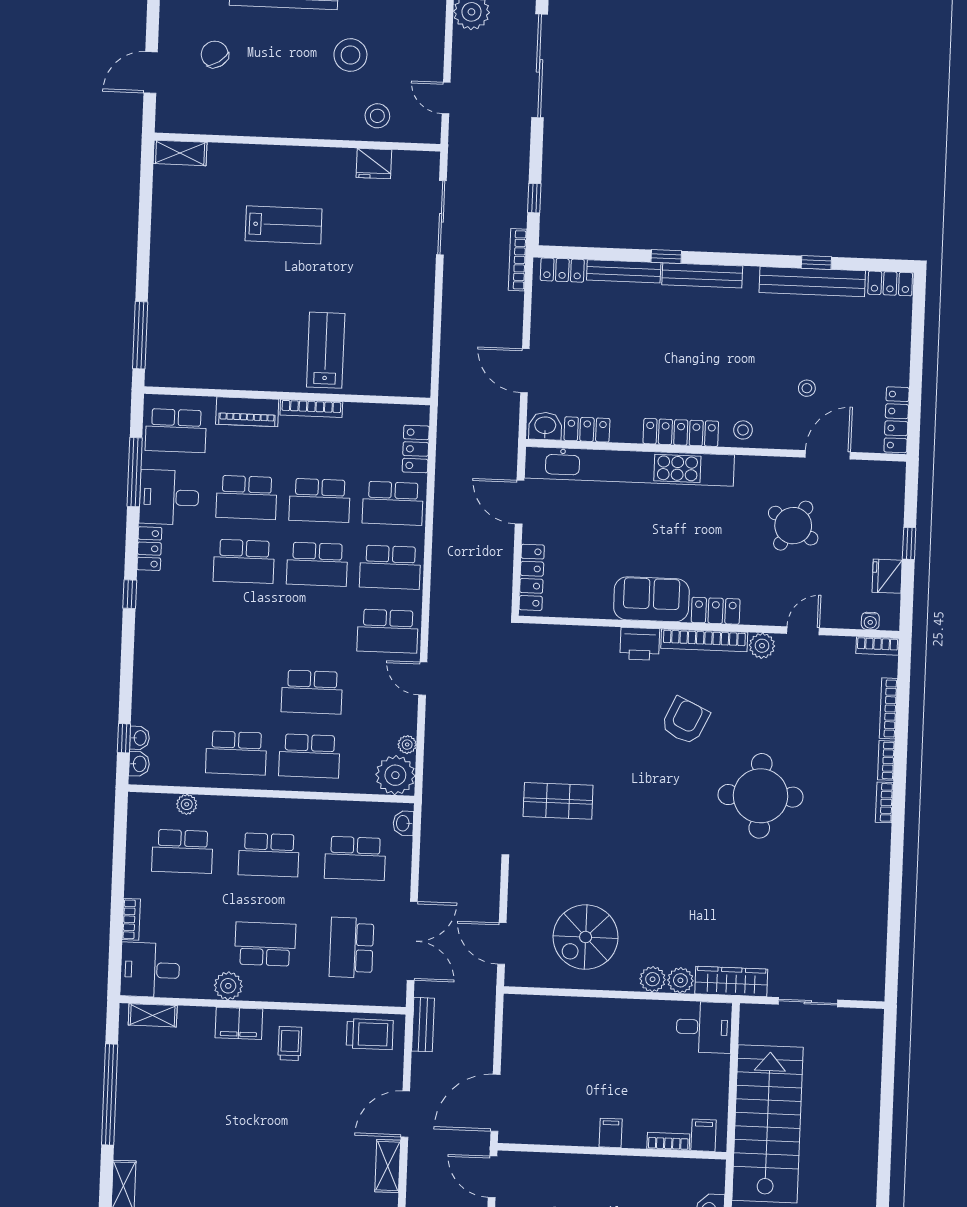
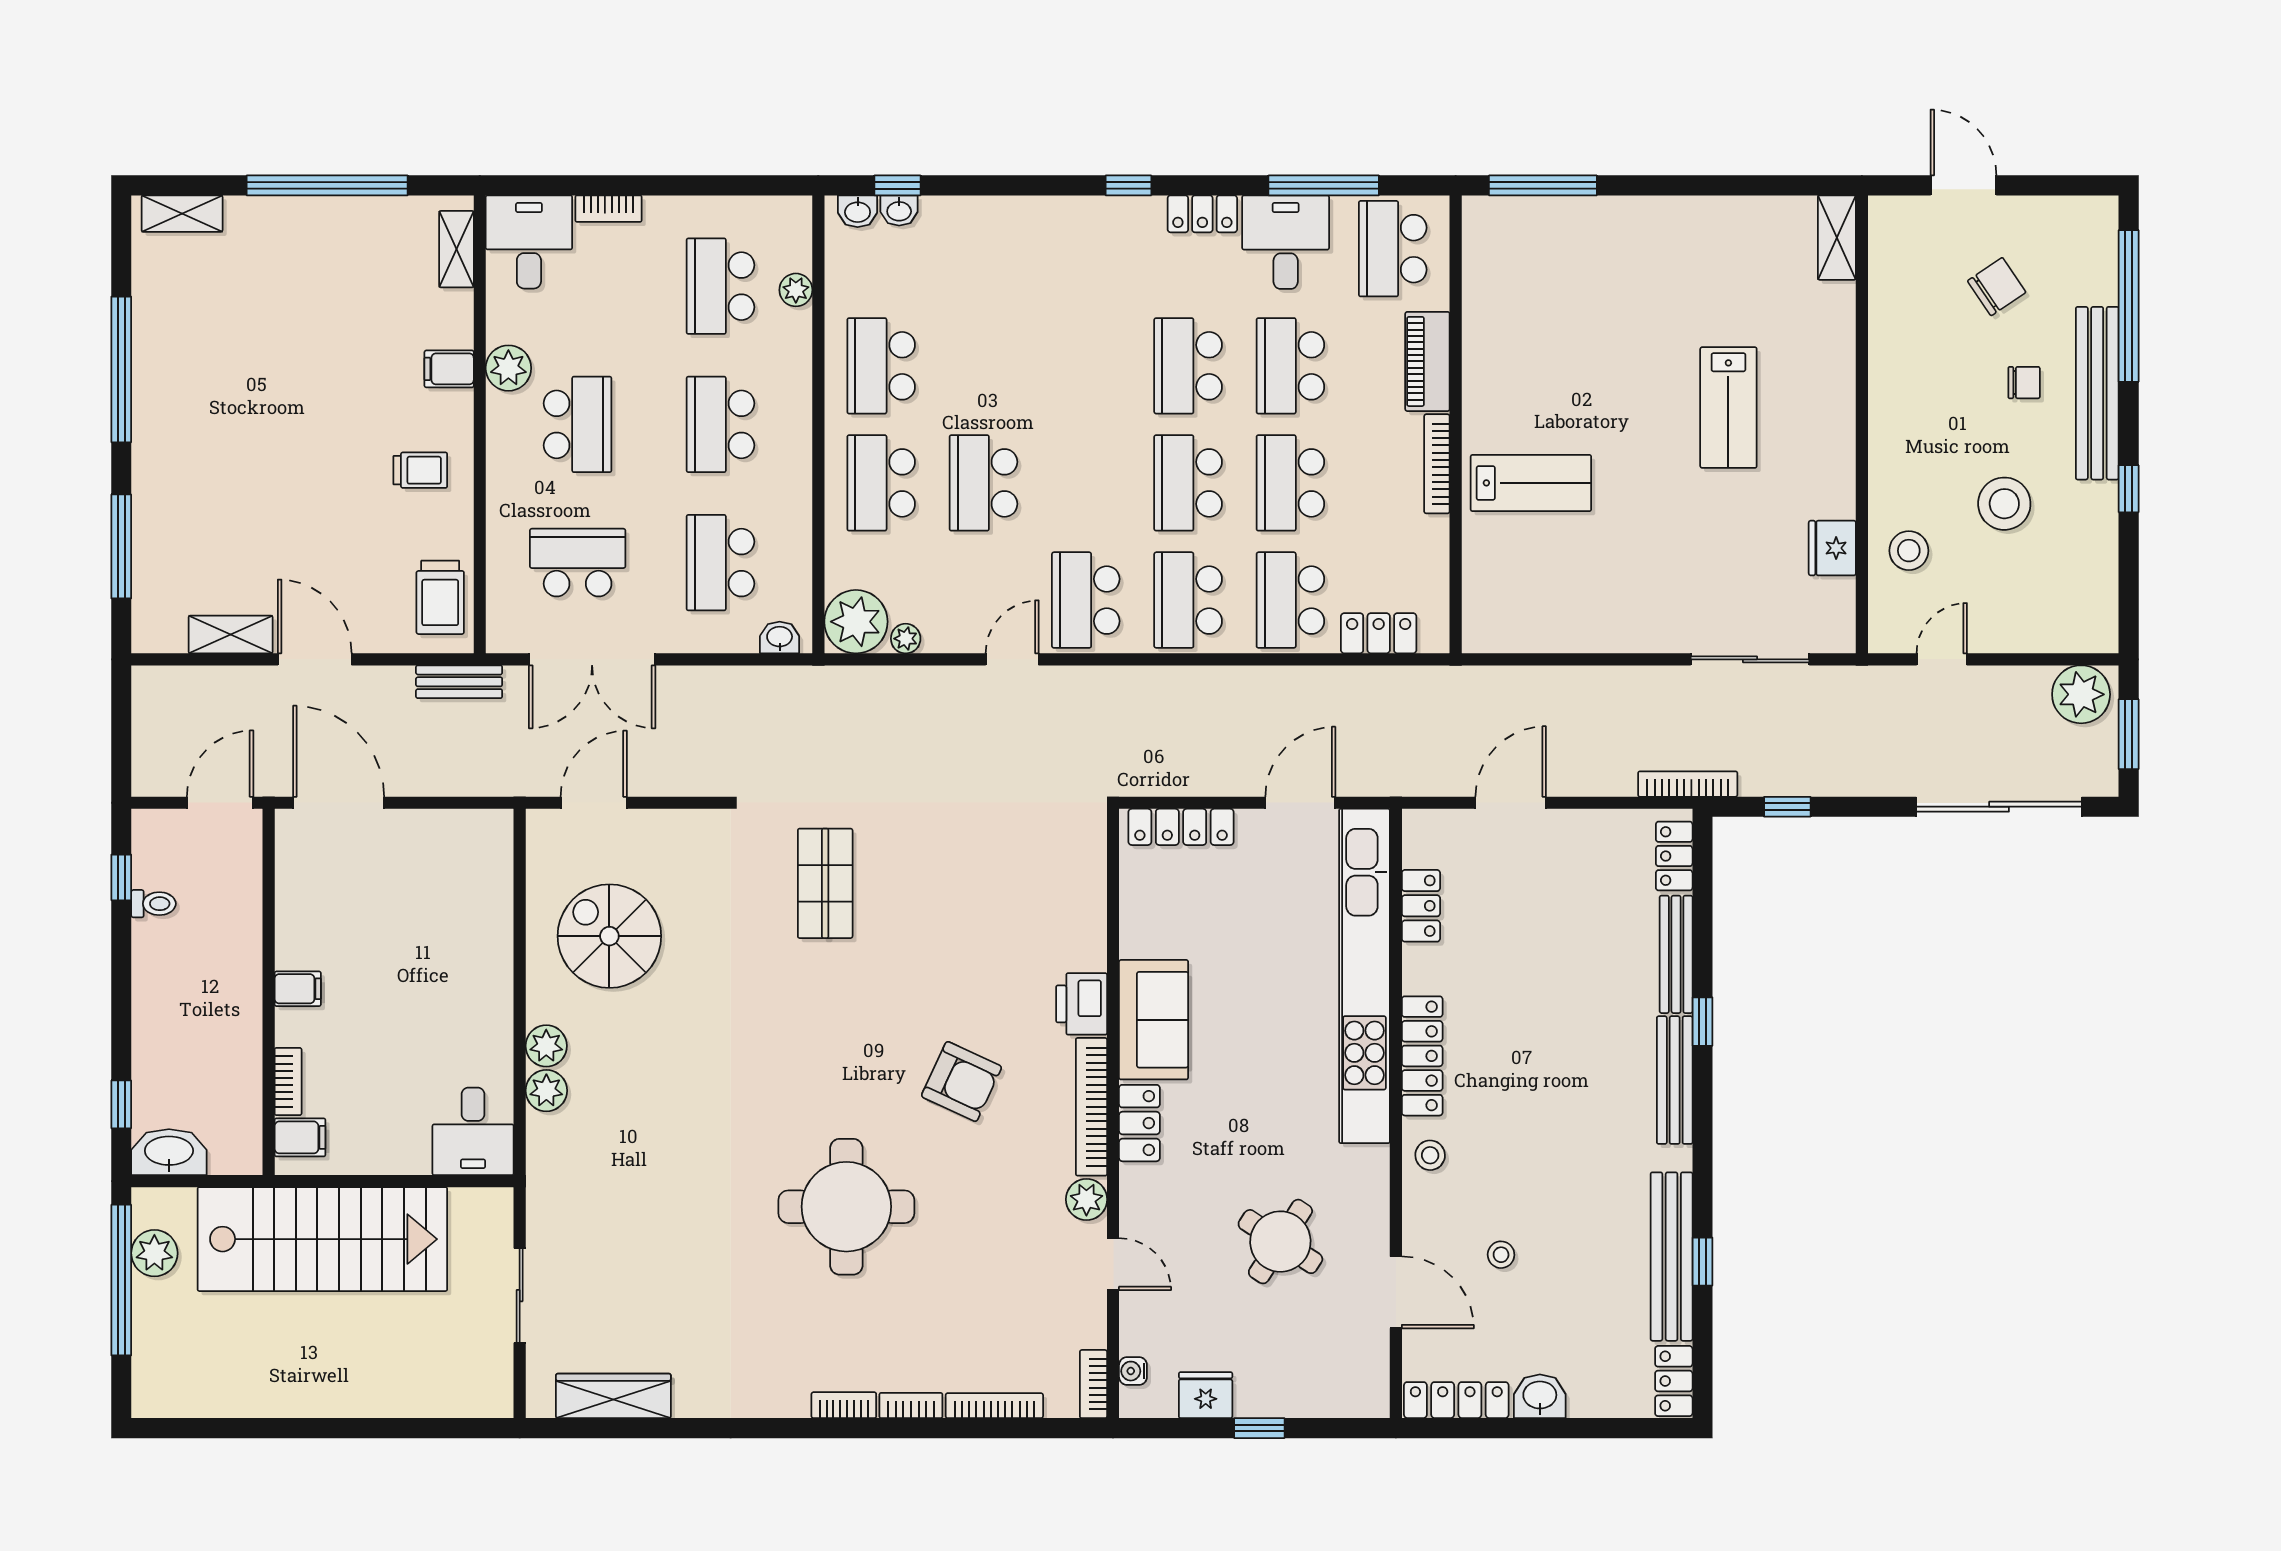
chair: (275, 40) -> (2024, 383), added
washbasin: (545, 426) -> (1540, 1396), moved, turned -90
wardrobe: (731, 981) -> (613, 1396), moved, turned -90
filing cabinet: (239, 1023) -> (449, 369), width x0.50

